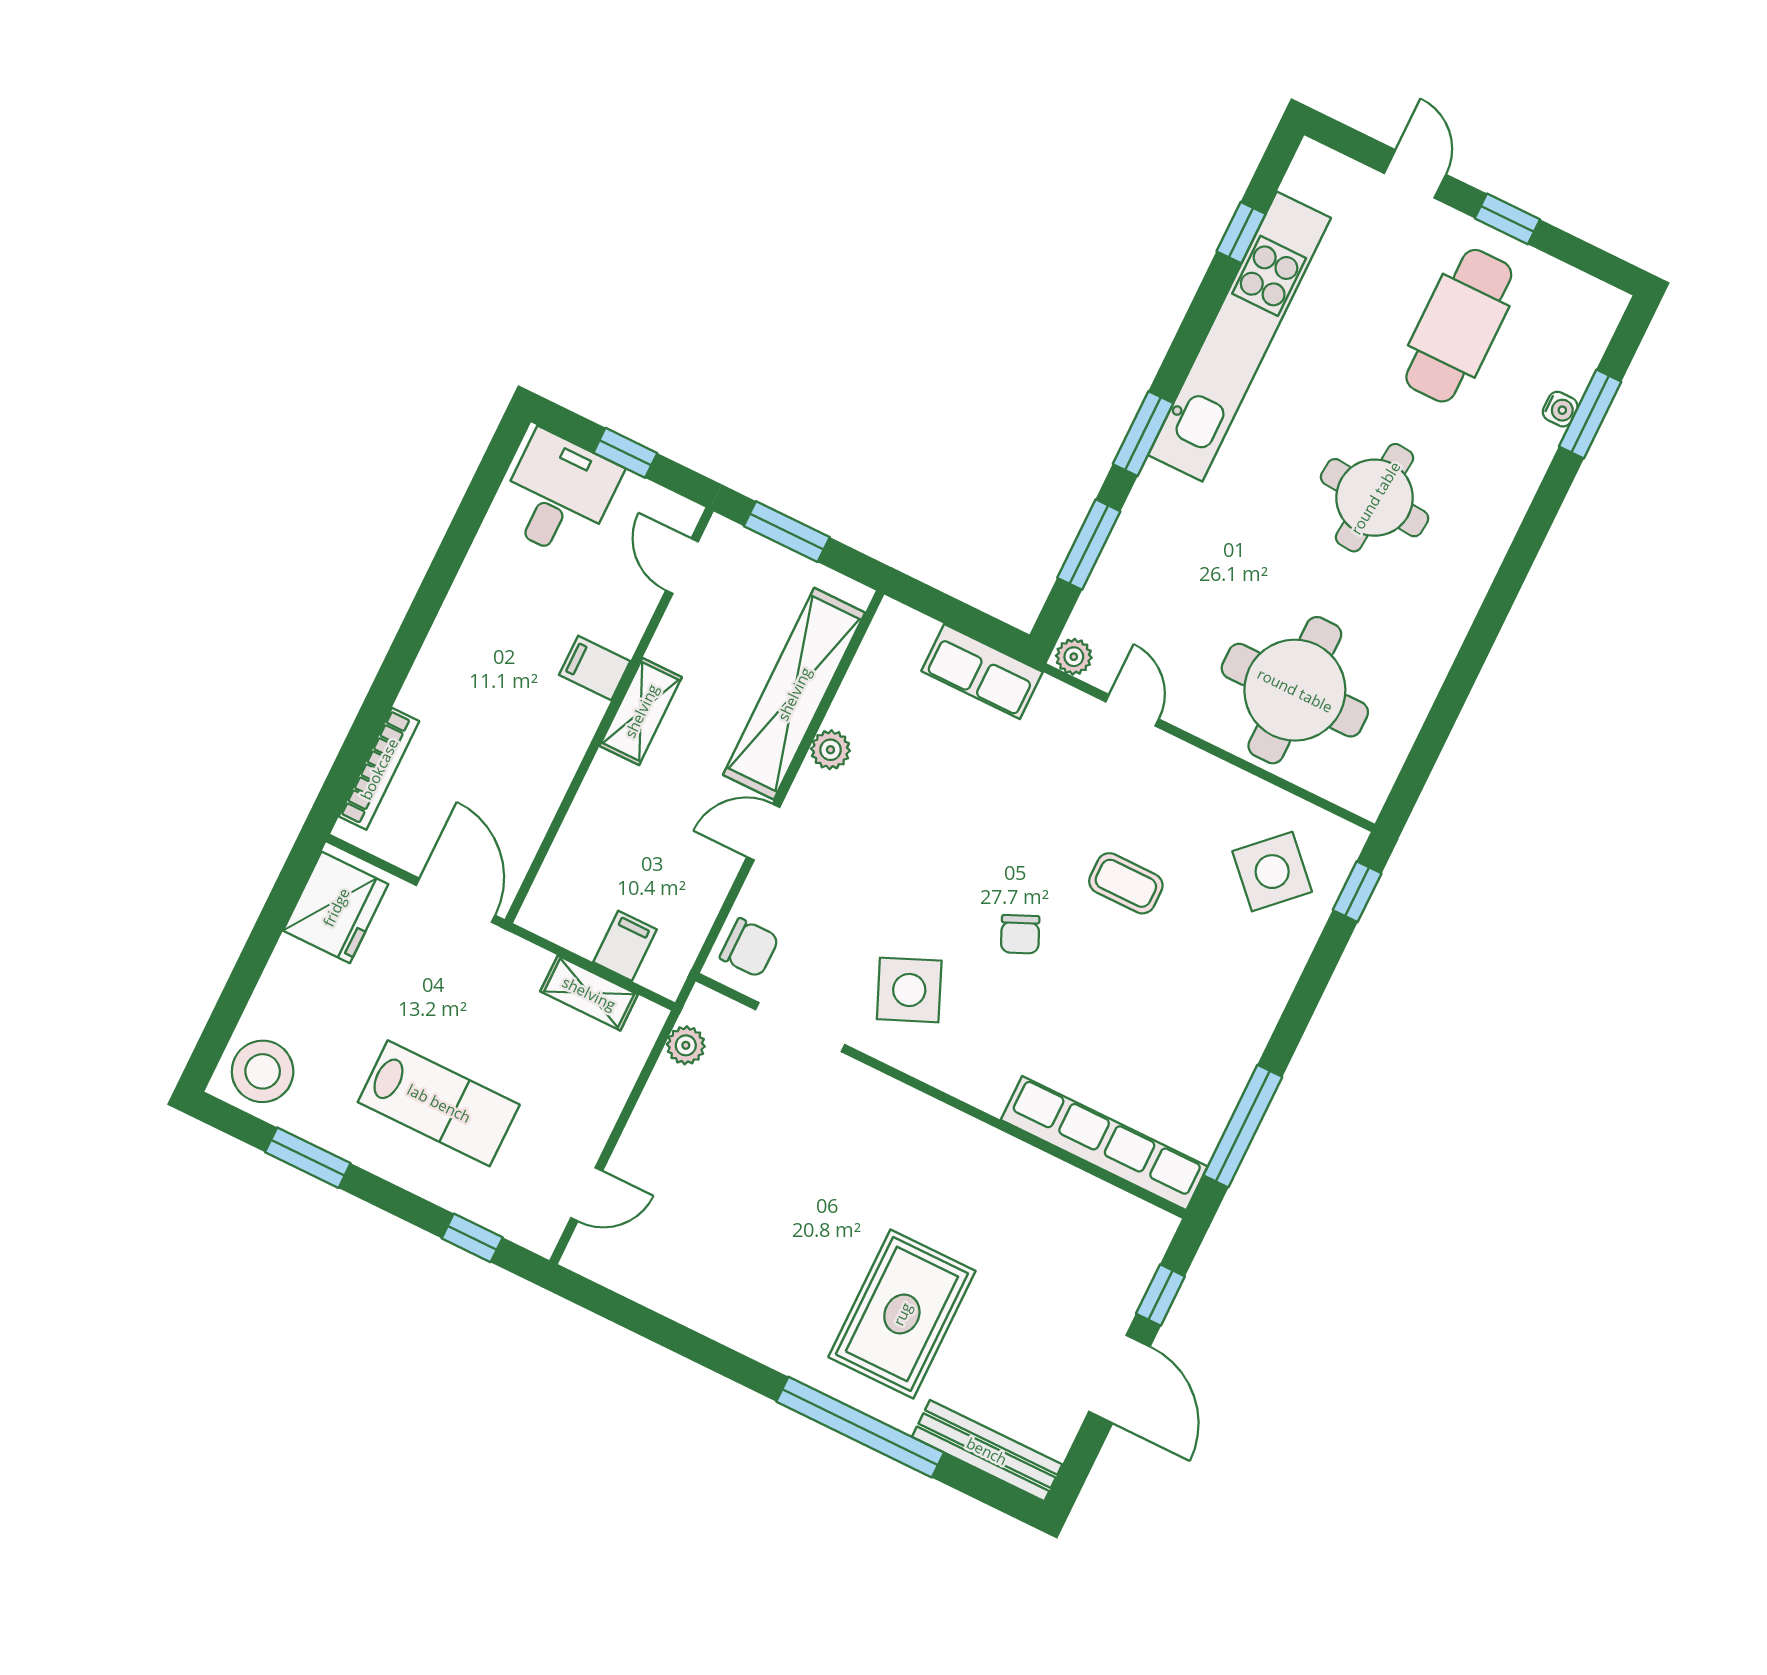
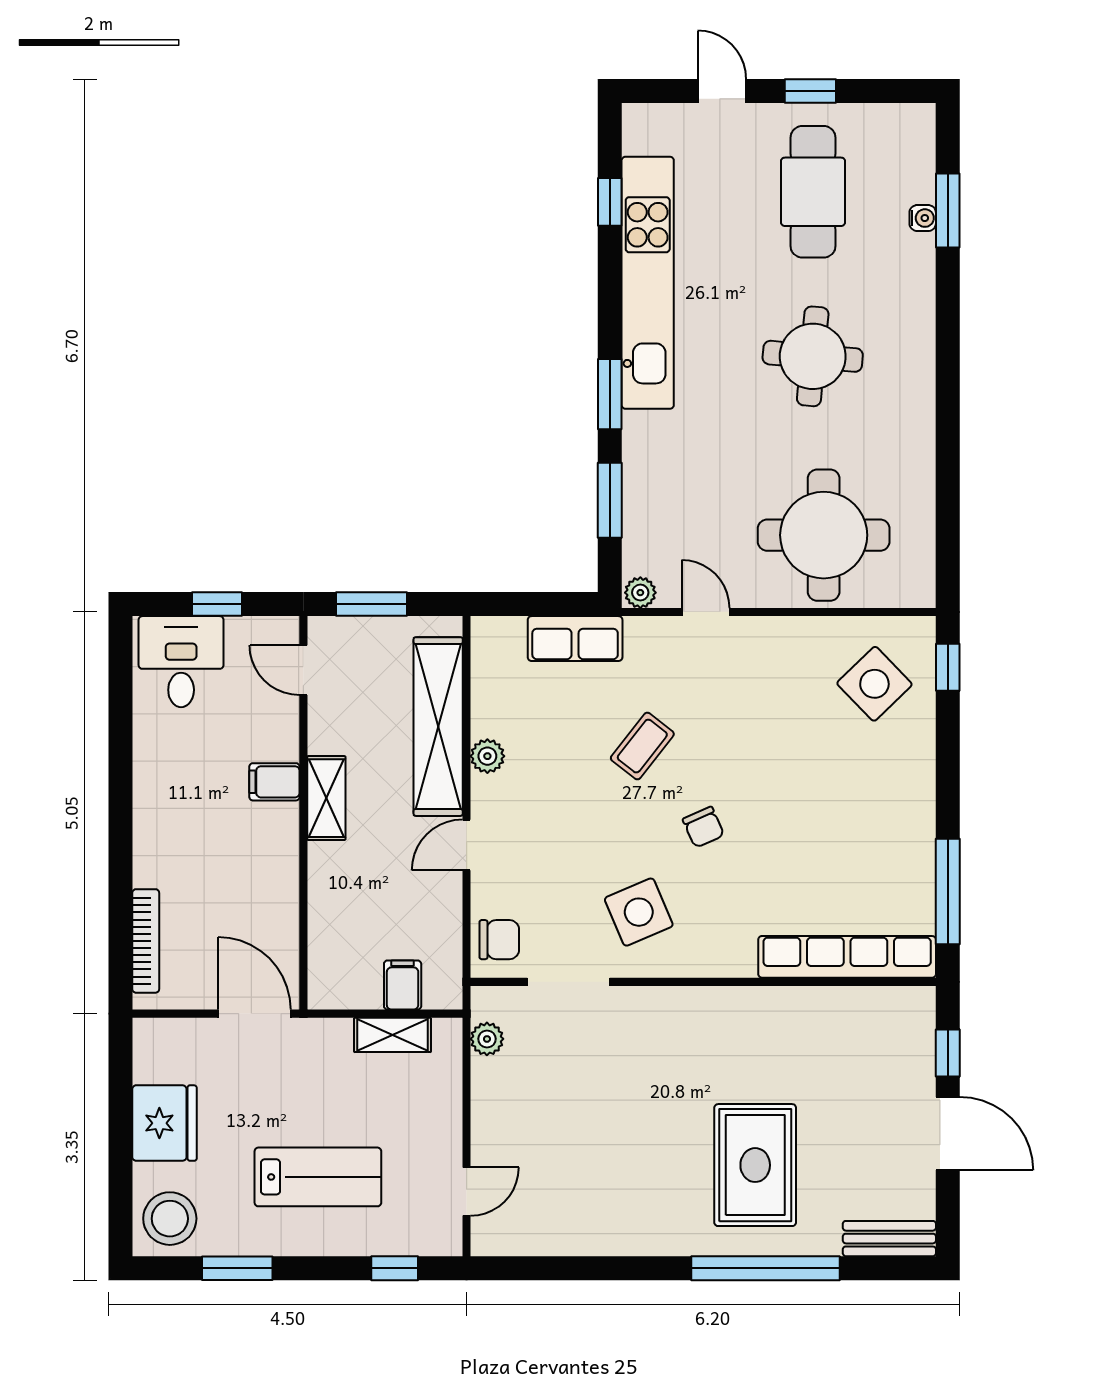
coffee table: (1126, 883) -> (642, 746), moved, turned -52
fridge: (336, 907) -> (165, 1123), moved
bench: (987, 1451) -> (889, 1239), width x0.73

